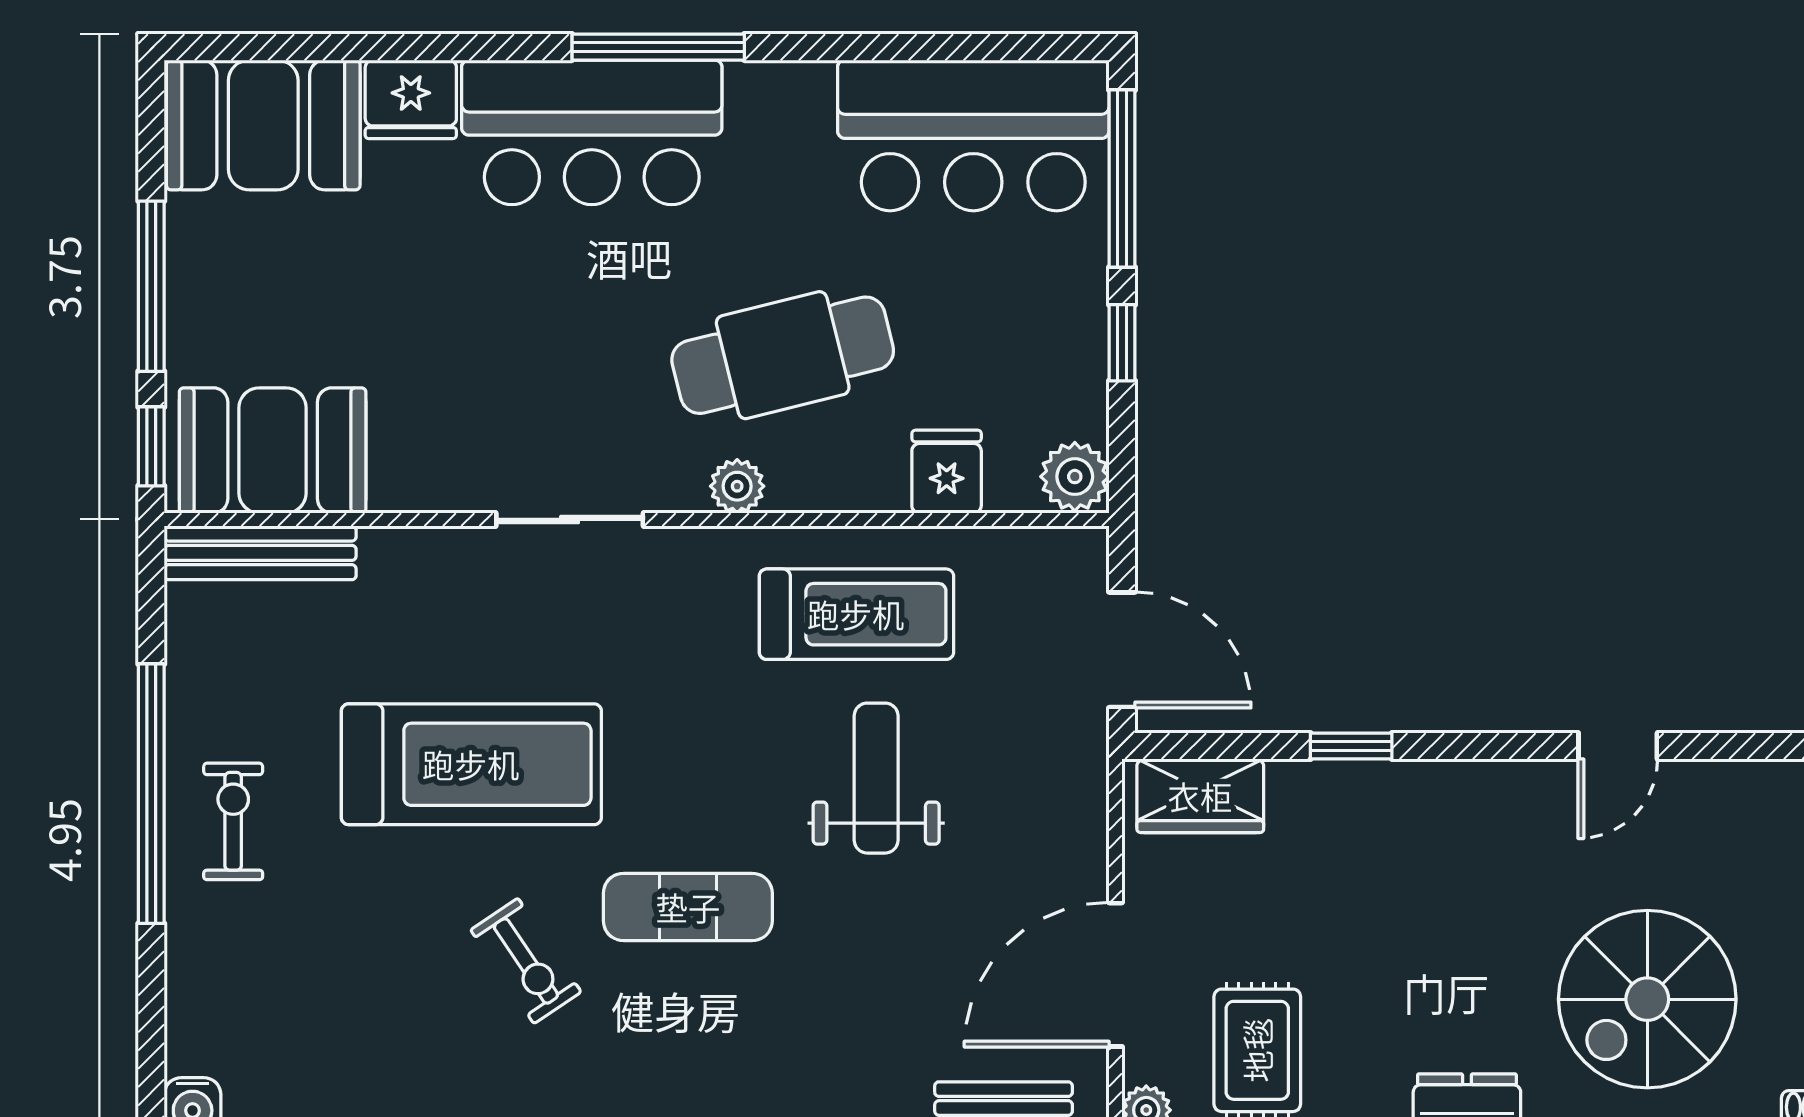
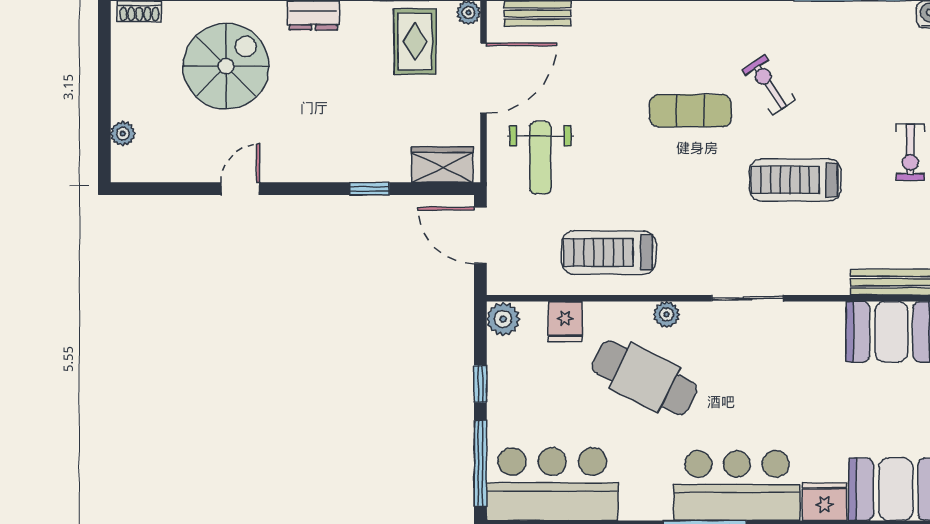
cafe table: (783, 355) -> (644, 378), turned 41
treadmill: (471, 764) -> (795, 180), width x0.73, depth x0.73
weight bench: (876, 778) -> (540, 158), moved

